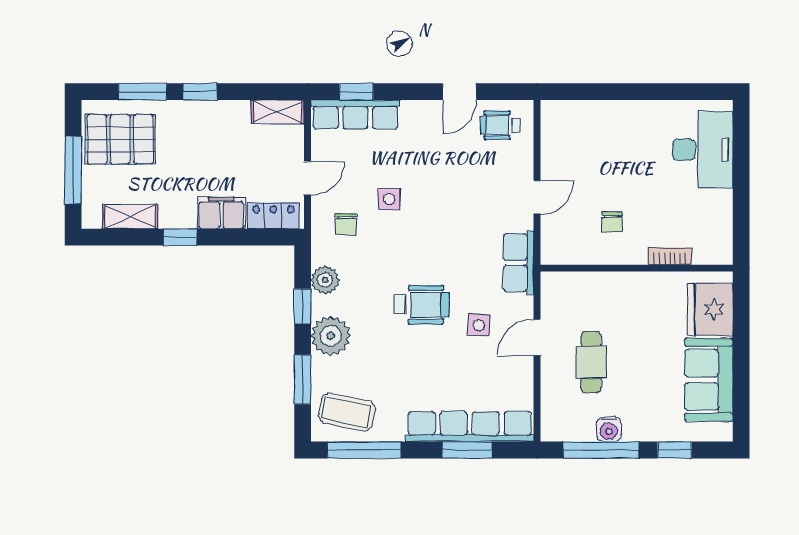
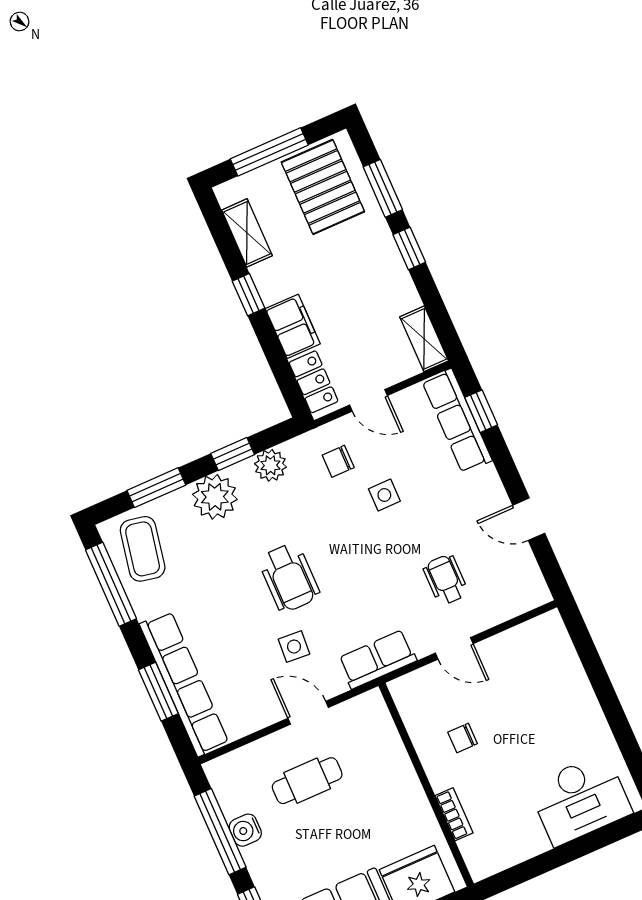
wheelchair: (500, 125) -> (446, 580), moved

